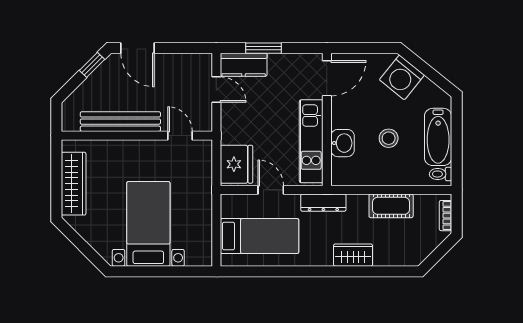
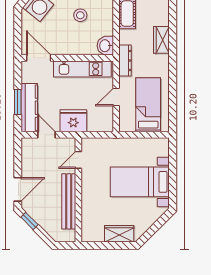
kitchen counter: (244, 65) -> (29, 108), width x1.50
door: (216, 90) -> (47, 135), hinge flipped
washbasin: (343, 143) -> (105, 46), moved, turned -90
fridge: (236, 164) -> (73, 121), moved
wardrobe: (74, 184) -> (119, 234), width x0.67

